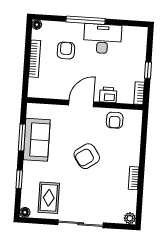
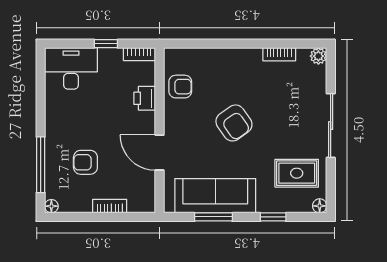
window: (86, 20) -> (41, 165), moved
desk: (102, 39) -> (71, 68), moved, turned 90
bookcase: (35, 59) -> (110, 206), width x0.64
door: (81, 103) -> (159, 153), moved
sofa: (37, 140) -> (215, 196), width x1.36
bookcase: (134, 178) -> (279, 54), moved

